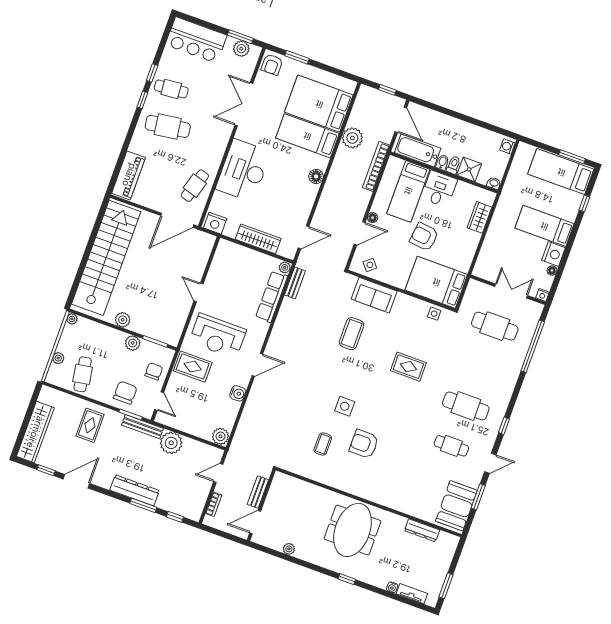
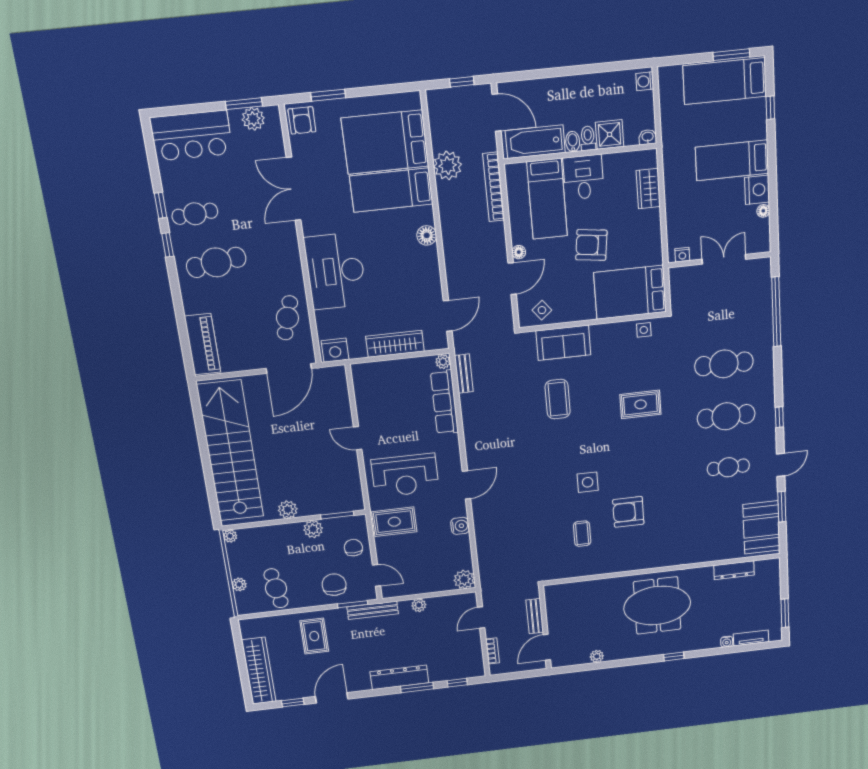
nightstand: (542, 295) -> (682, 255), moved
cafe table: (495, 326) -> (724, 364), moved
plant: (171, 443) -> (419, 605), width x0.53, depth x0.53
meeting table: (353, 530) -> (657, 606), turned 90

